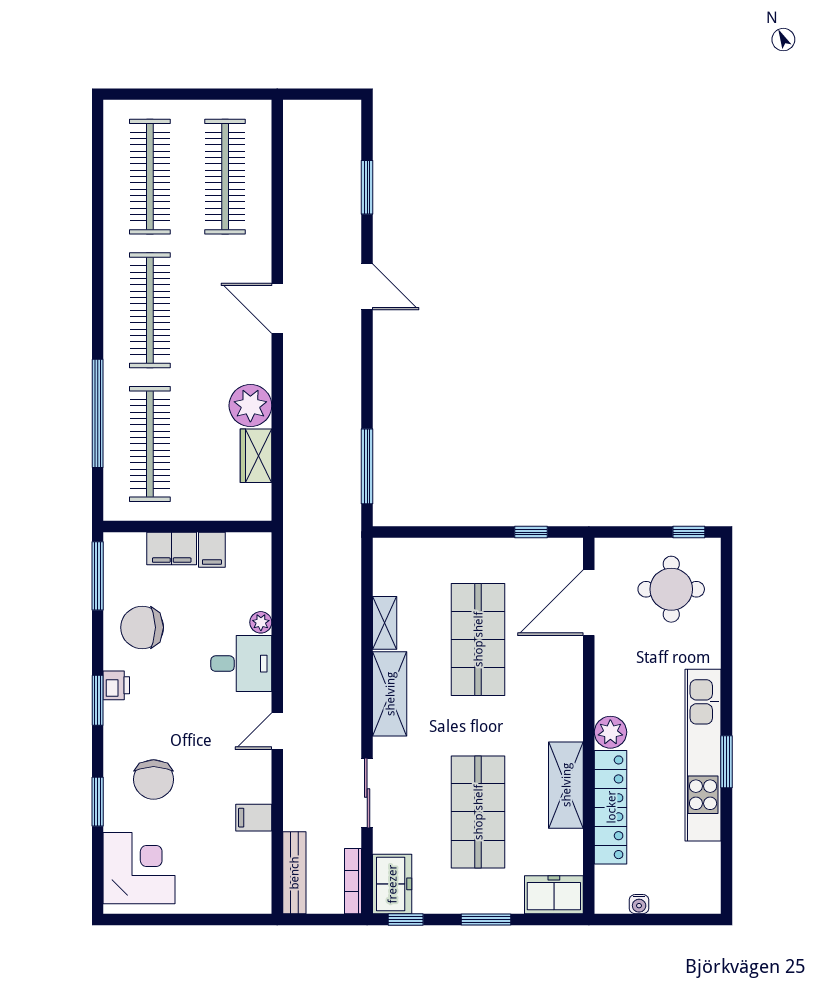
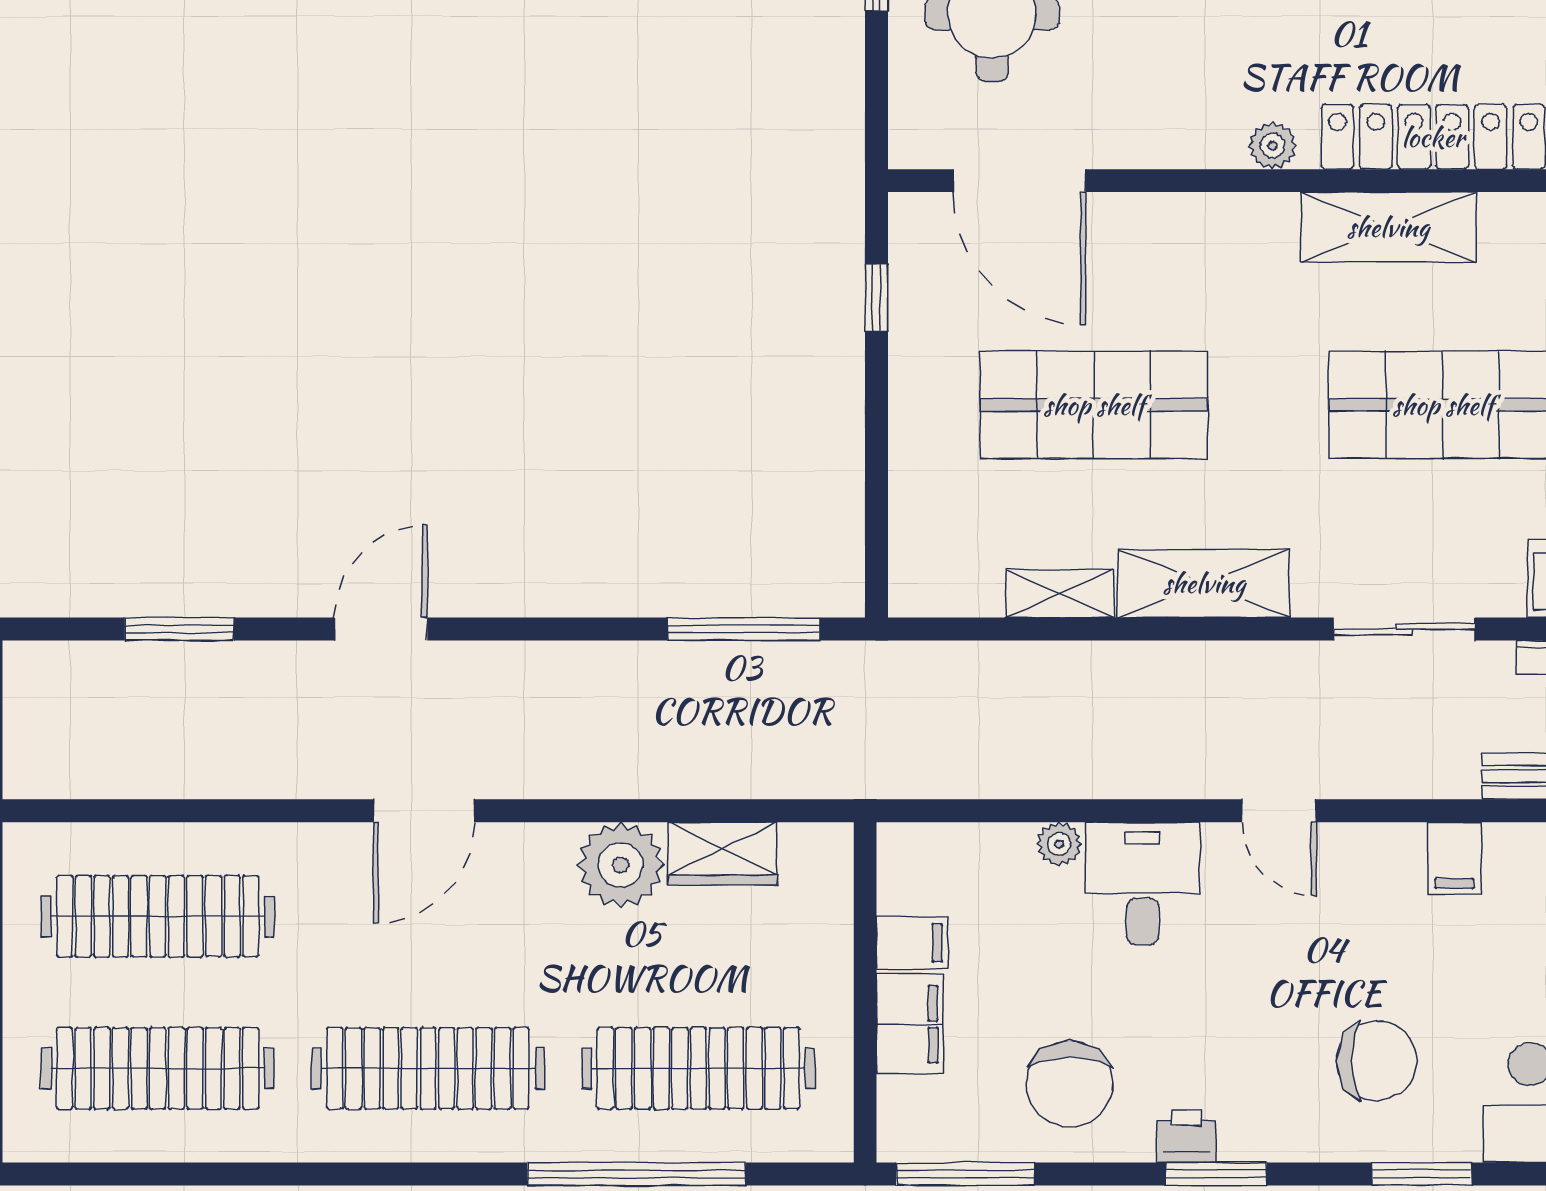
plant: (610, 732) -> (1272, 146), width x0.73, depth x0.73

